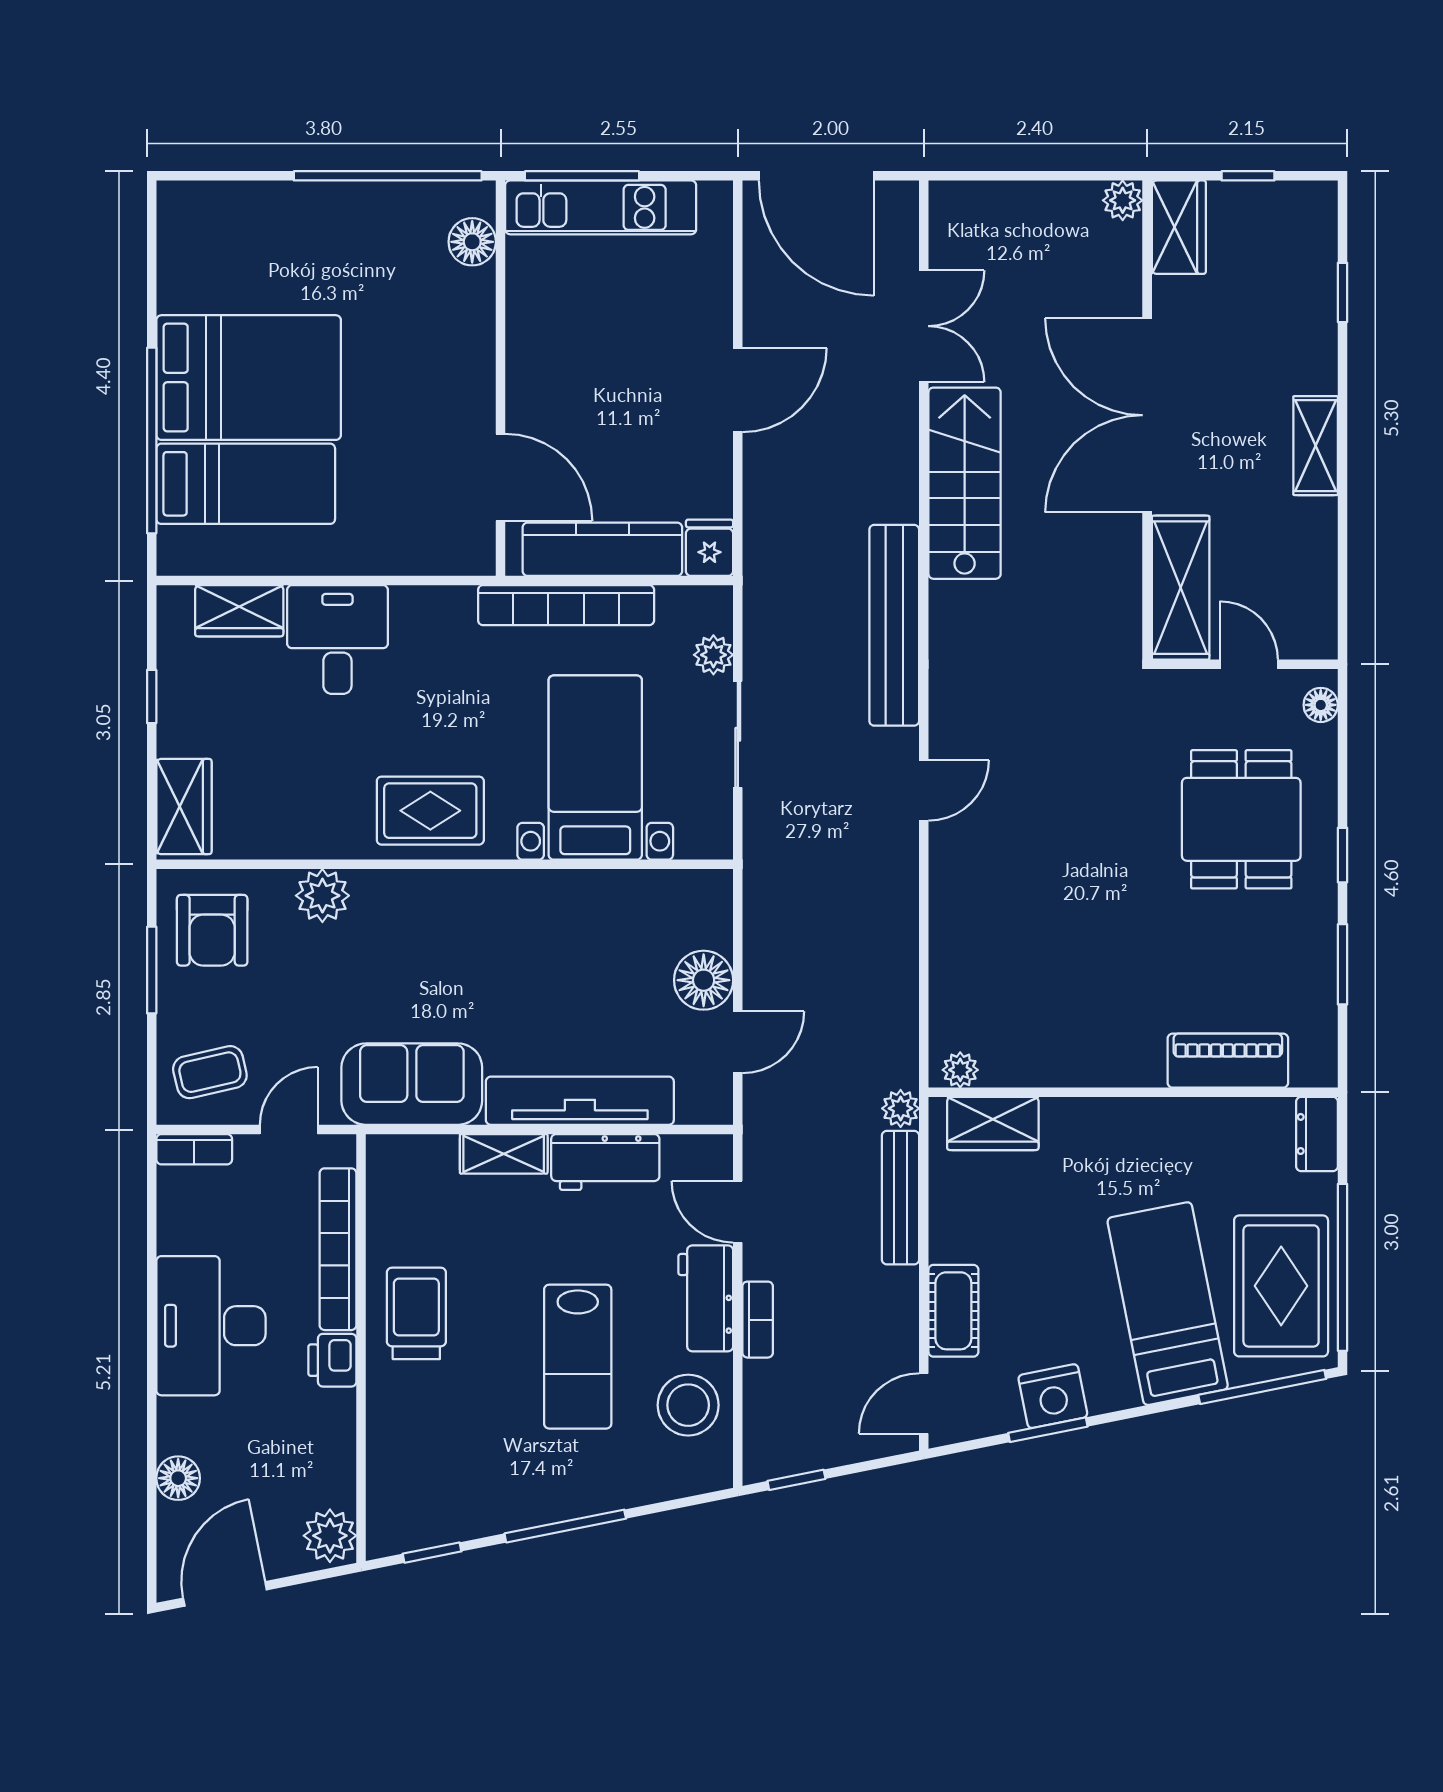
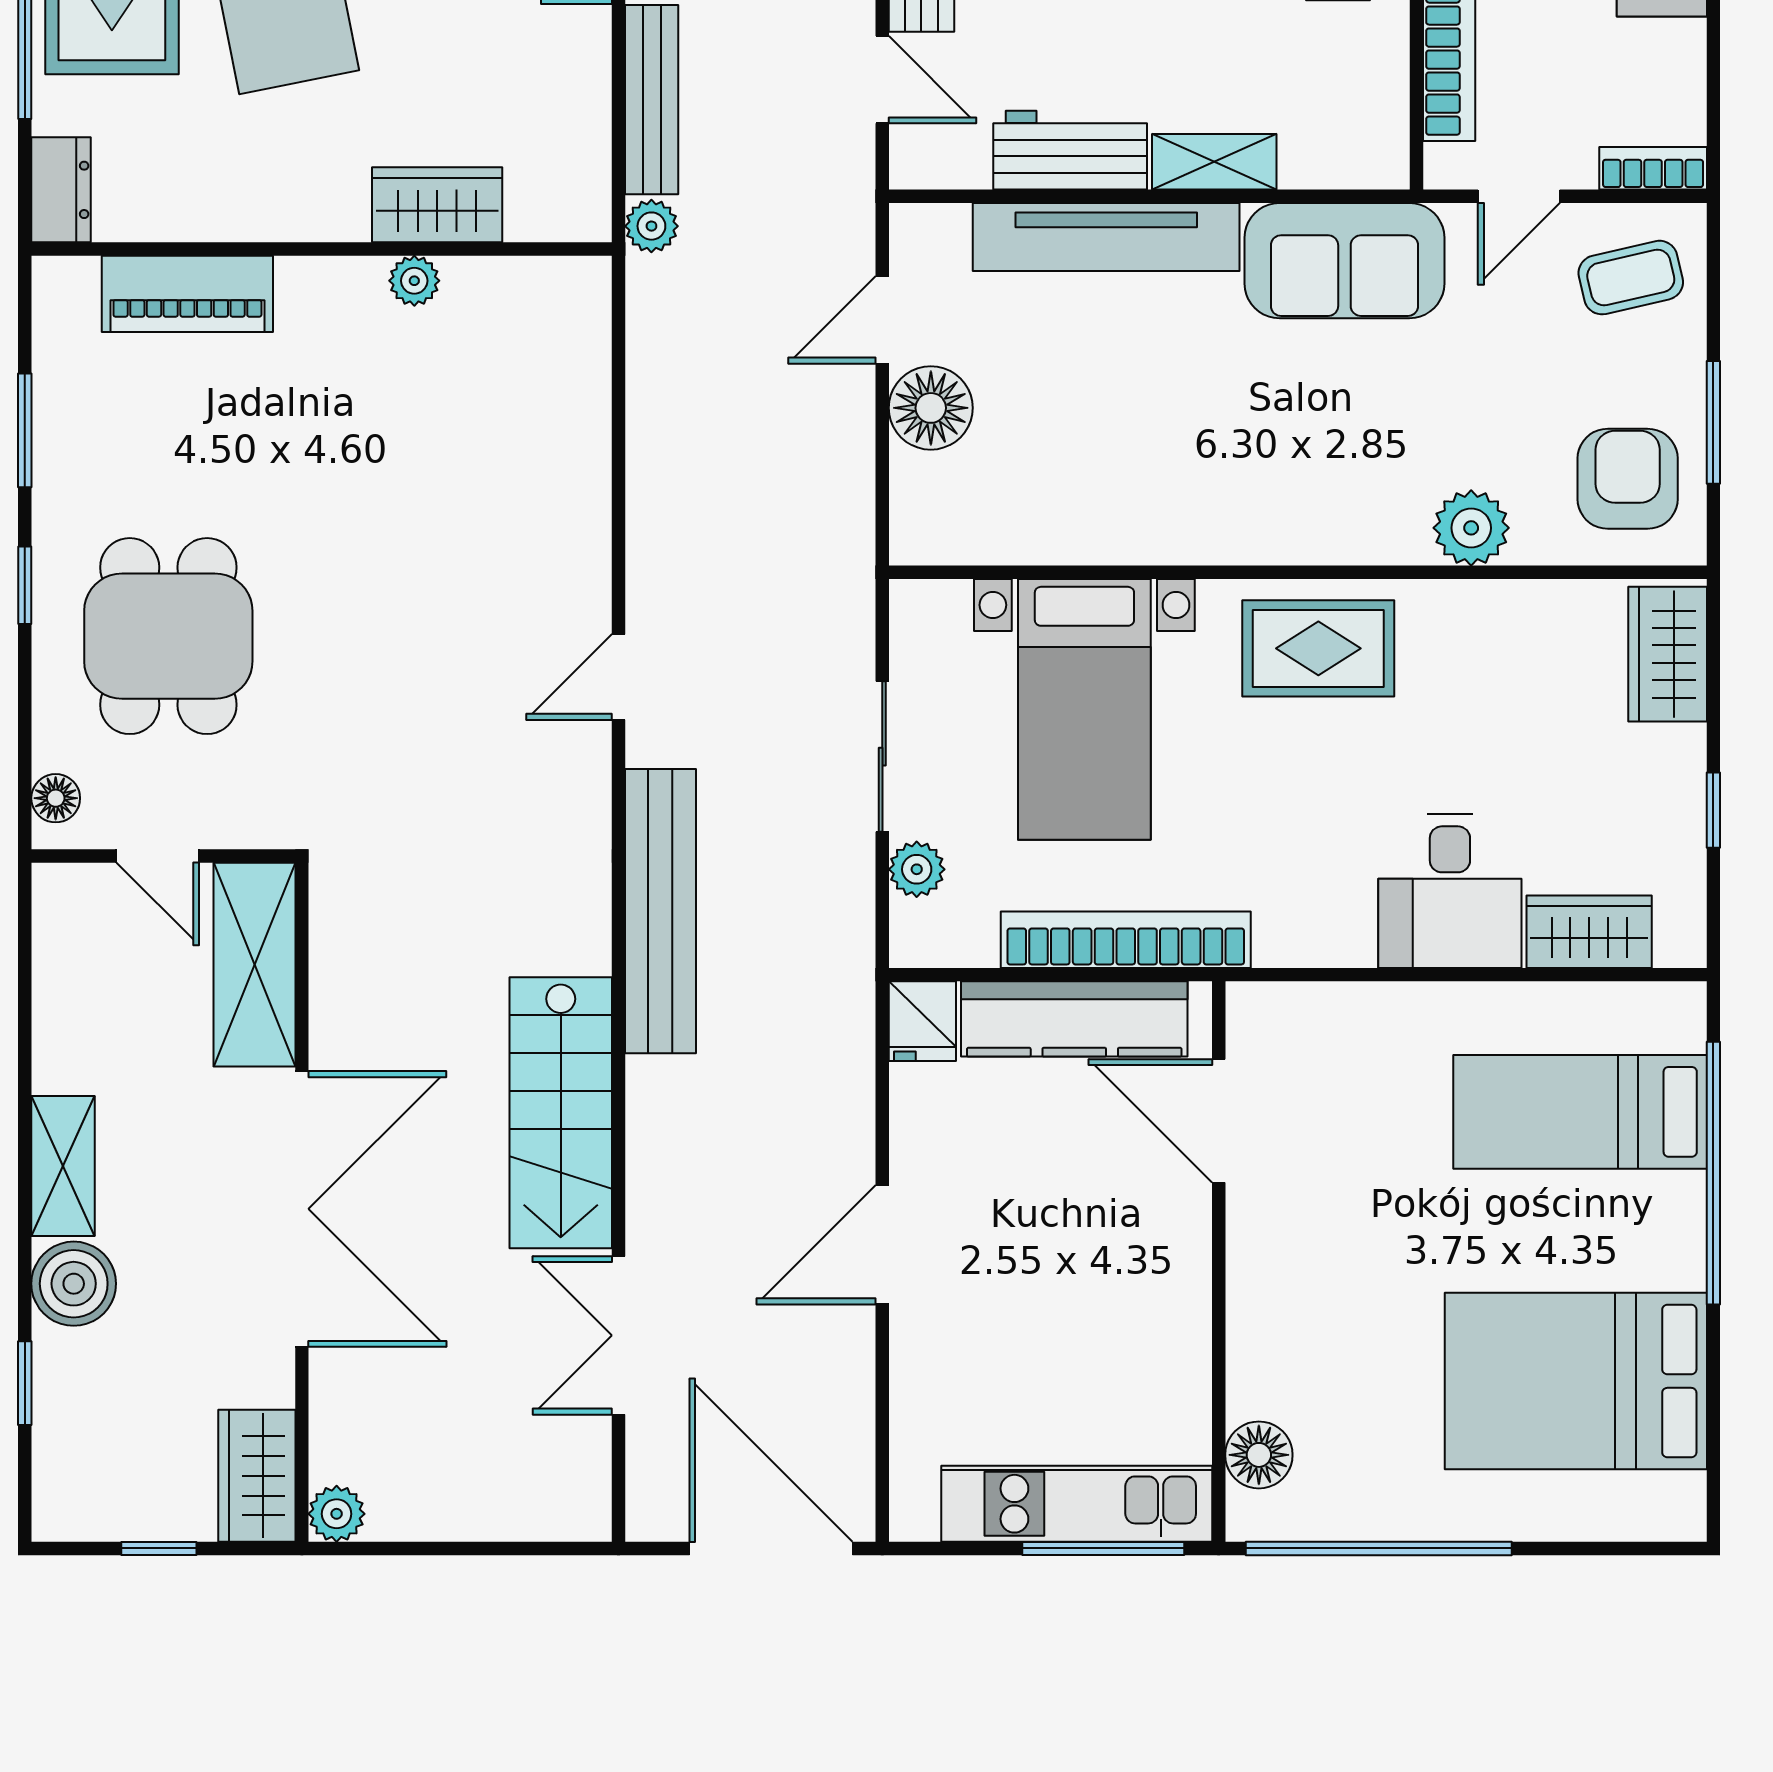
boiler: (1308, 363) -> (74, 1284), added
bed: (249, 378) -> (1576, 1381), moved
plant: (960, 1070) -> (414, 281), moved
wardrobe: (993, 1123) -> (437, 205), moved

